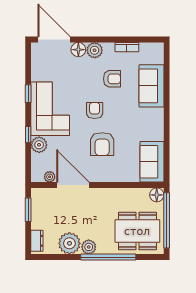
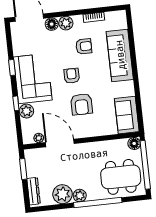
sofa: (151, 86) -> (120, 55), width x1.36
dresser: (37, 241) -> (33, 191), width x1.44

